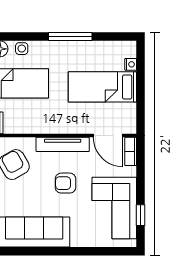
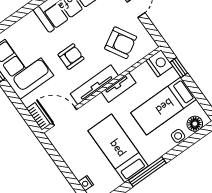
bed: (102, 87) -> (118, 148), moved, turned -90
tv unit: (43, 127) -> (119, 87), added

